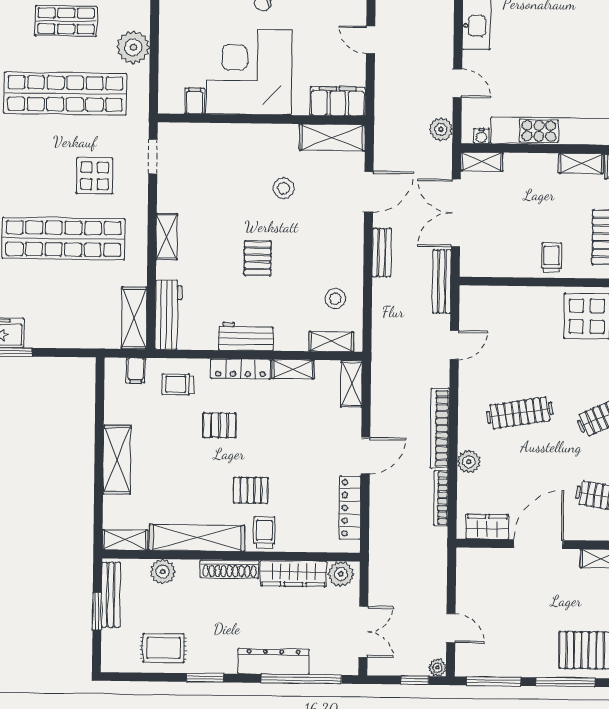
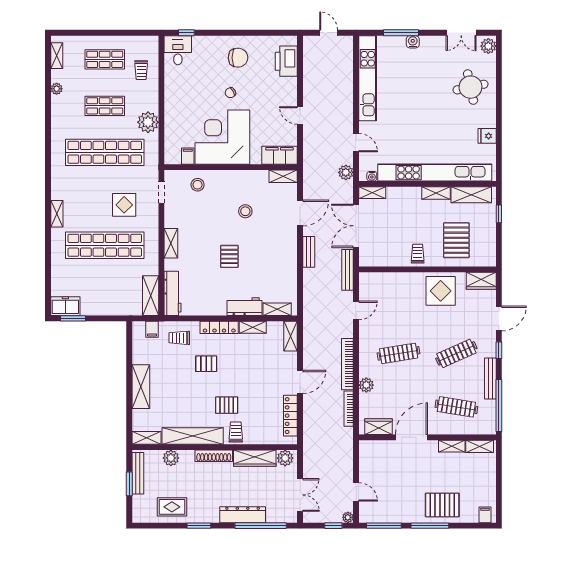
shelving: (332, 137) -> (283, 176), width x0.67, depth x0.75
stool: (335, 299) -> (198, 185), moved
workbench: (246, 336) -> (244, 307), moved

